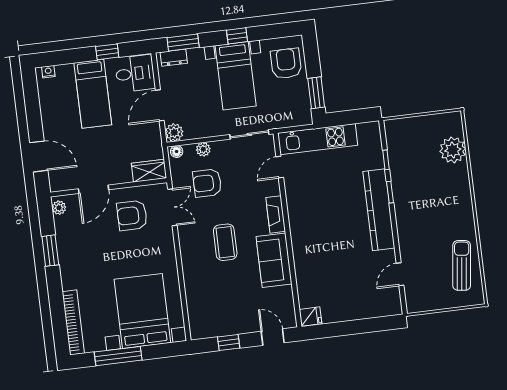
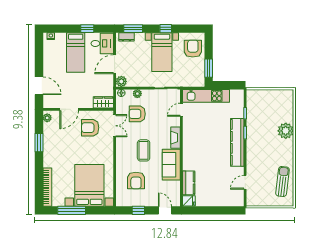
plant: (453, 150) -> (286, 131), moved
kitchen counter: (307, 287) -> (189, 183), added
armchair: (219, 294) -> (136, 181), added

